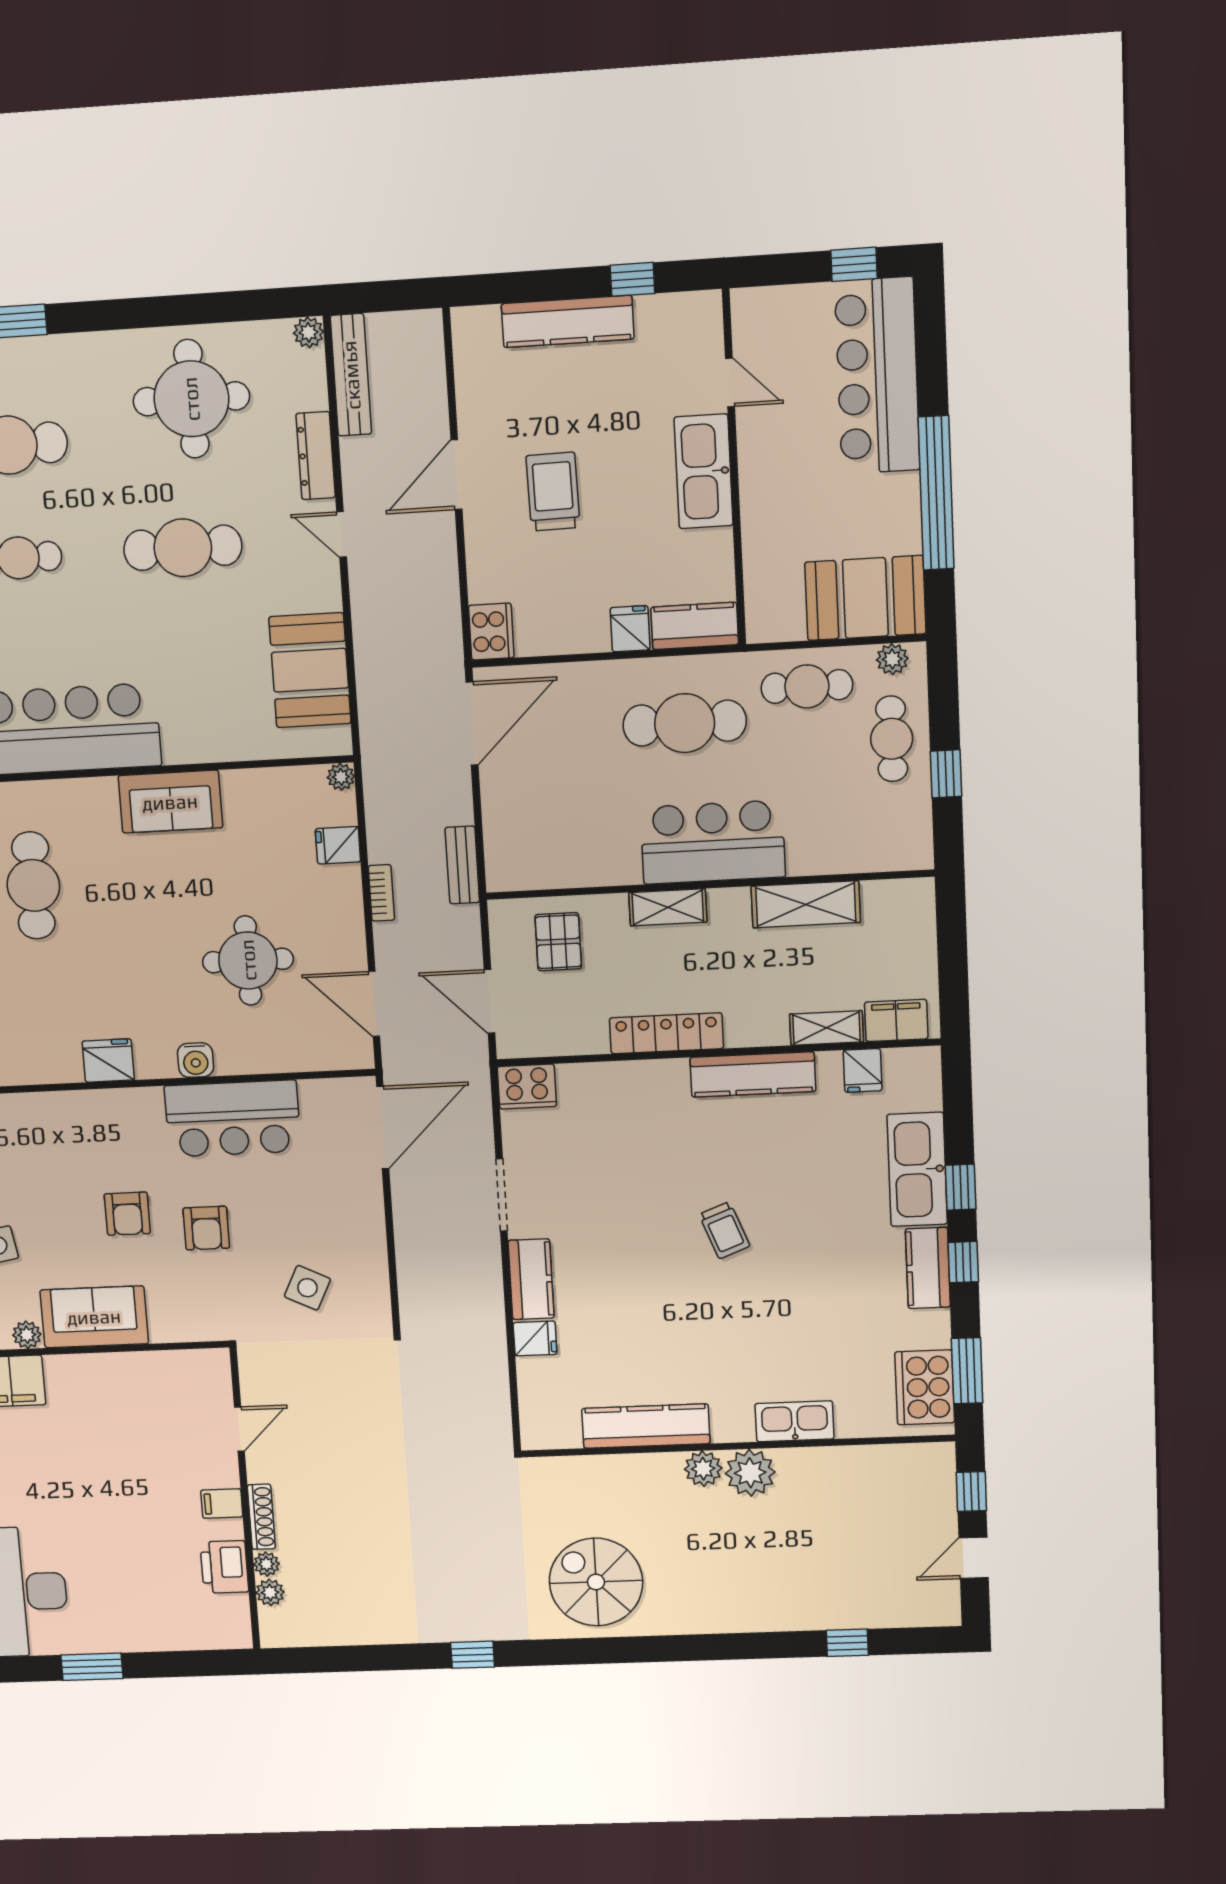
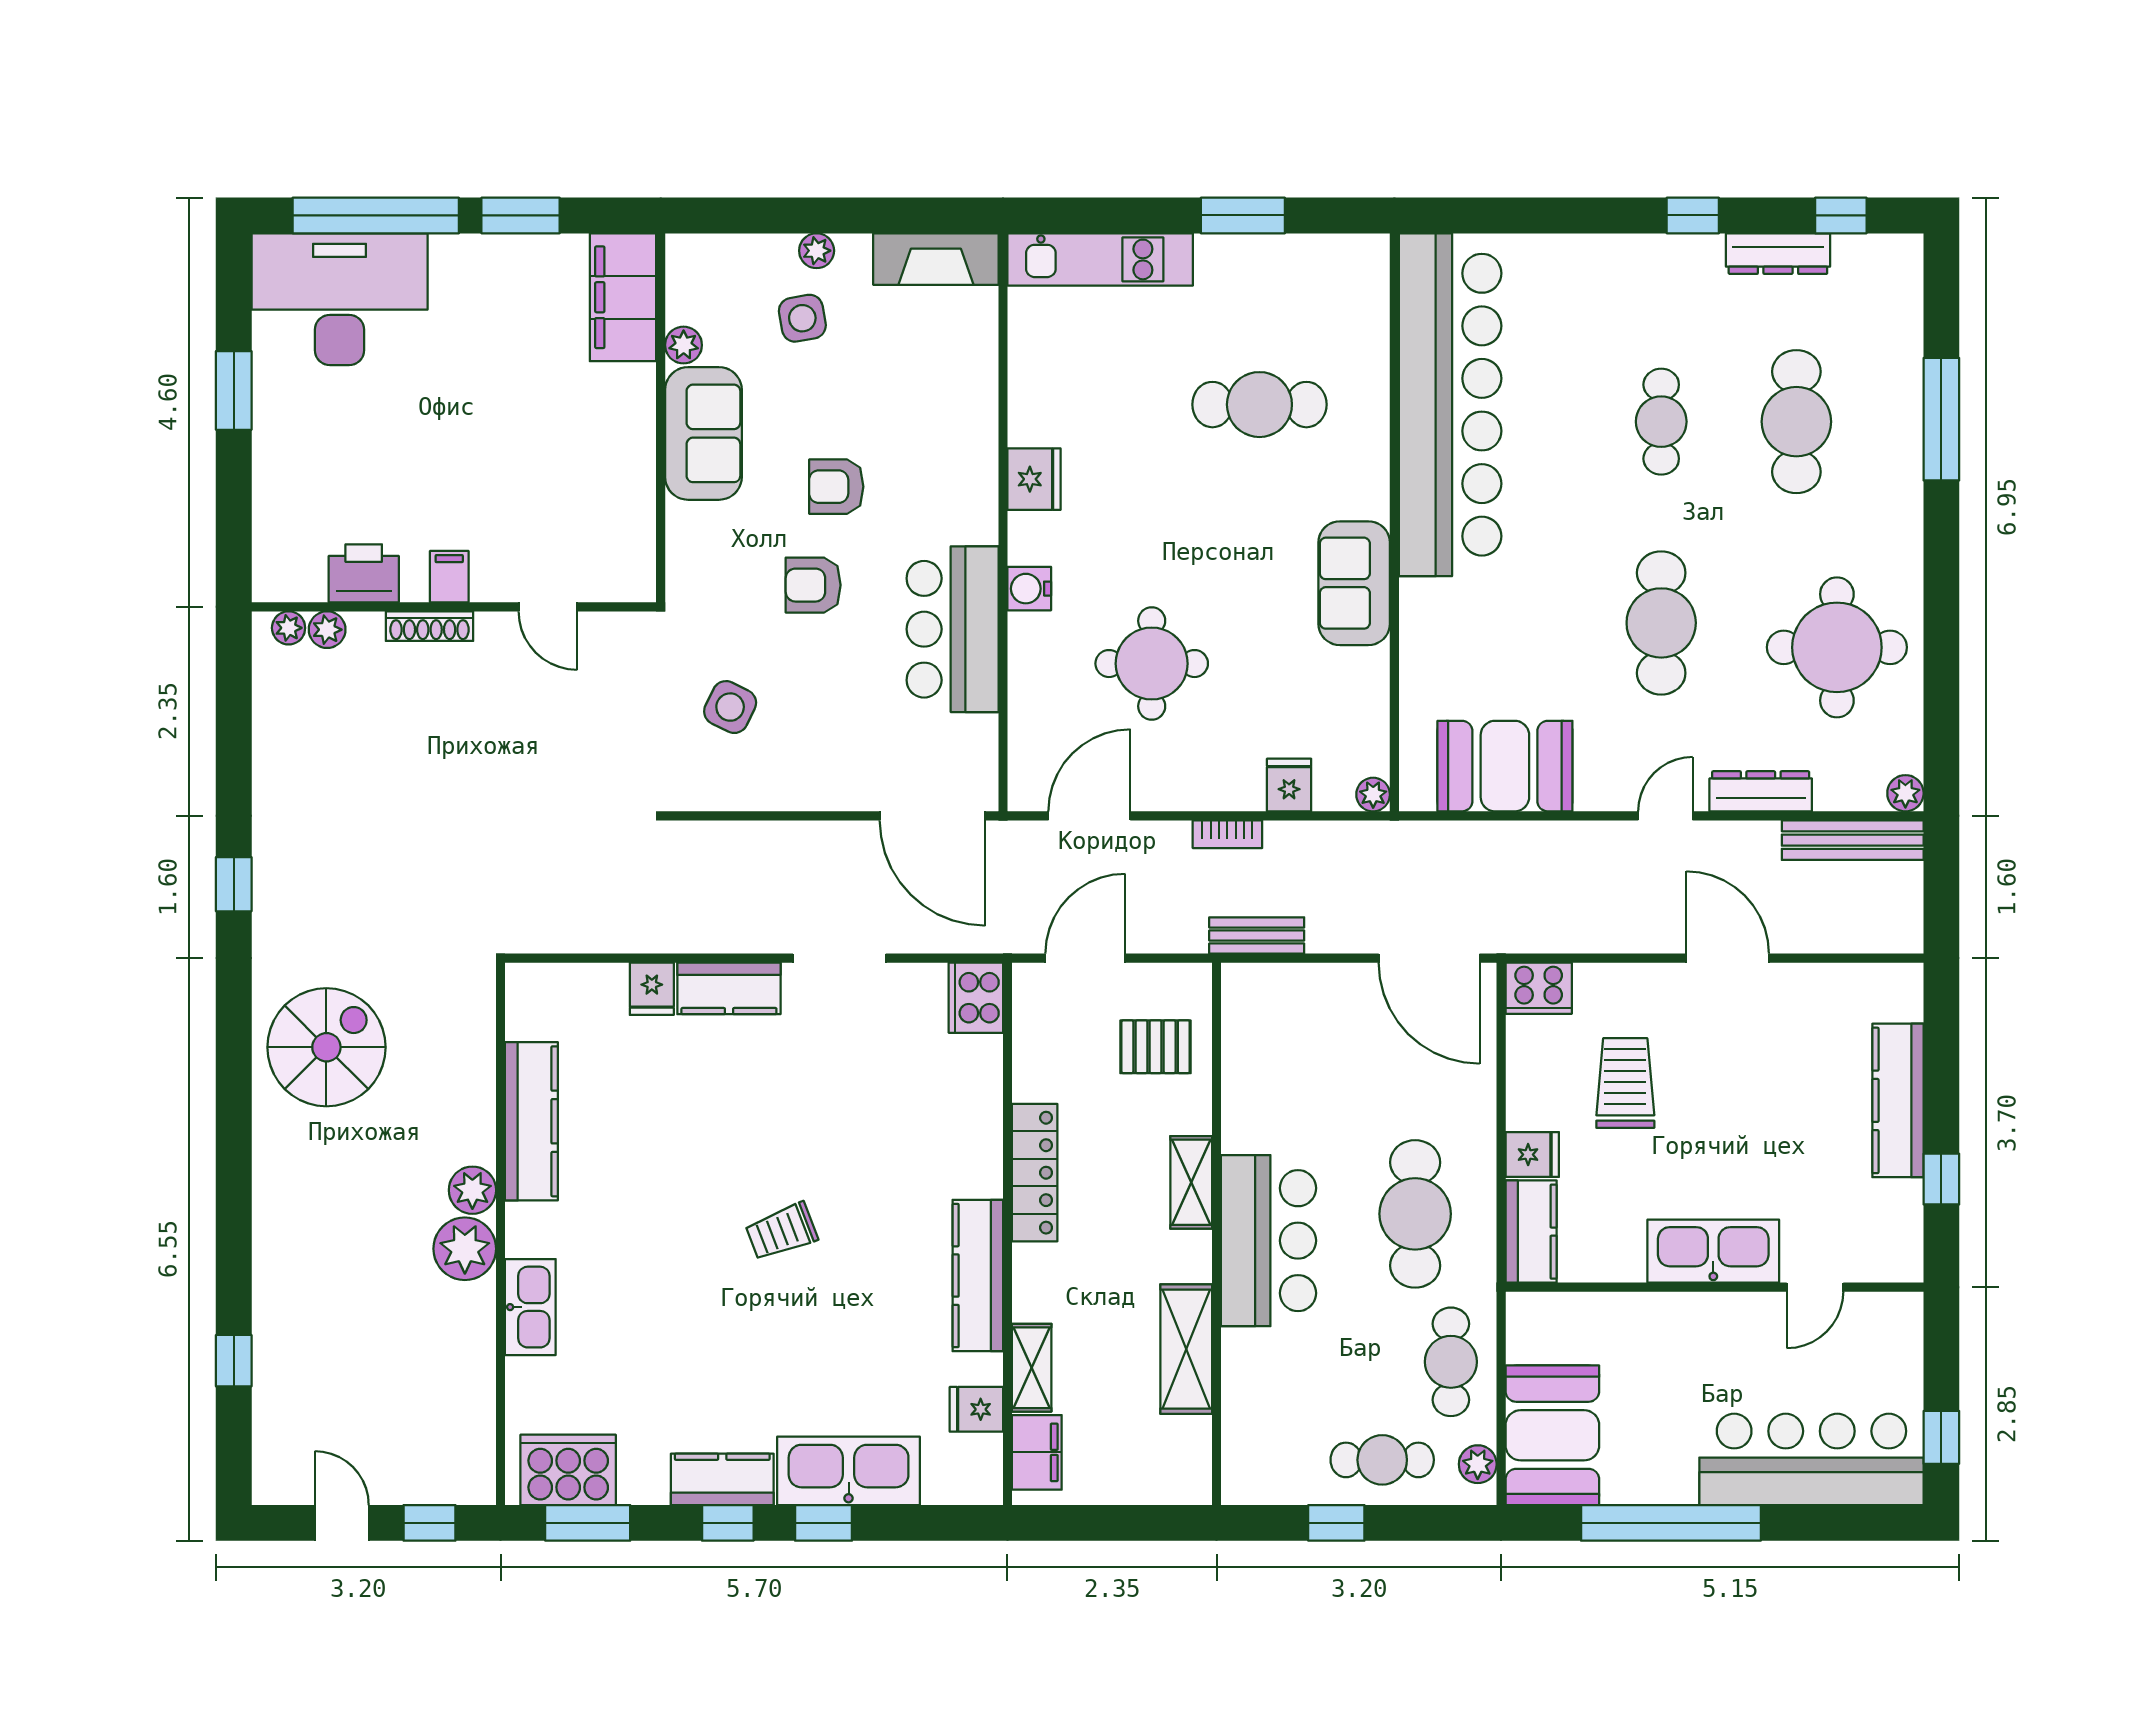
trolley: (553, 492) -> (1625, 1083), moved, turned -89
plant: (266, 1564) -> (289, 628), moved

